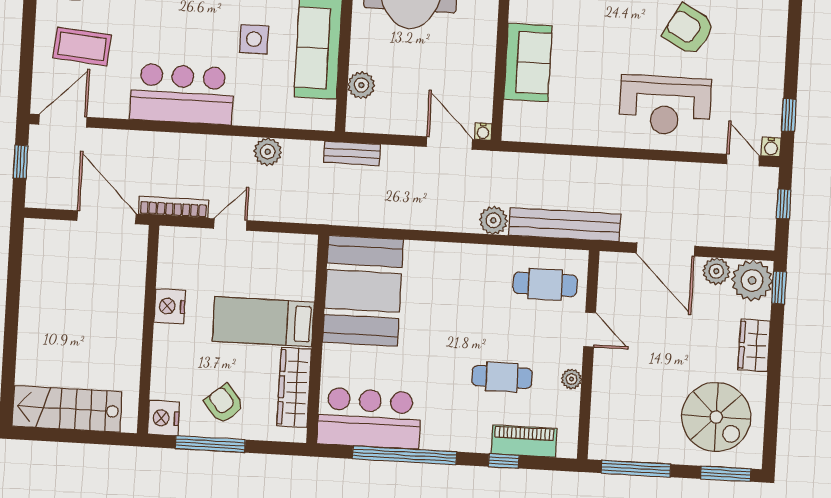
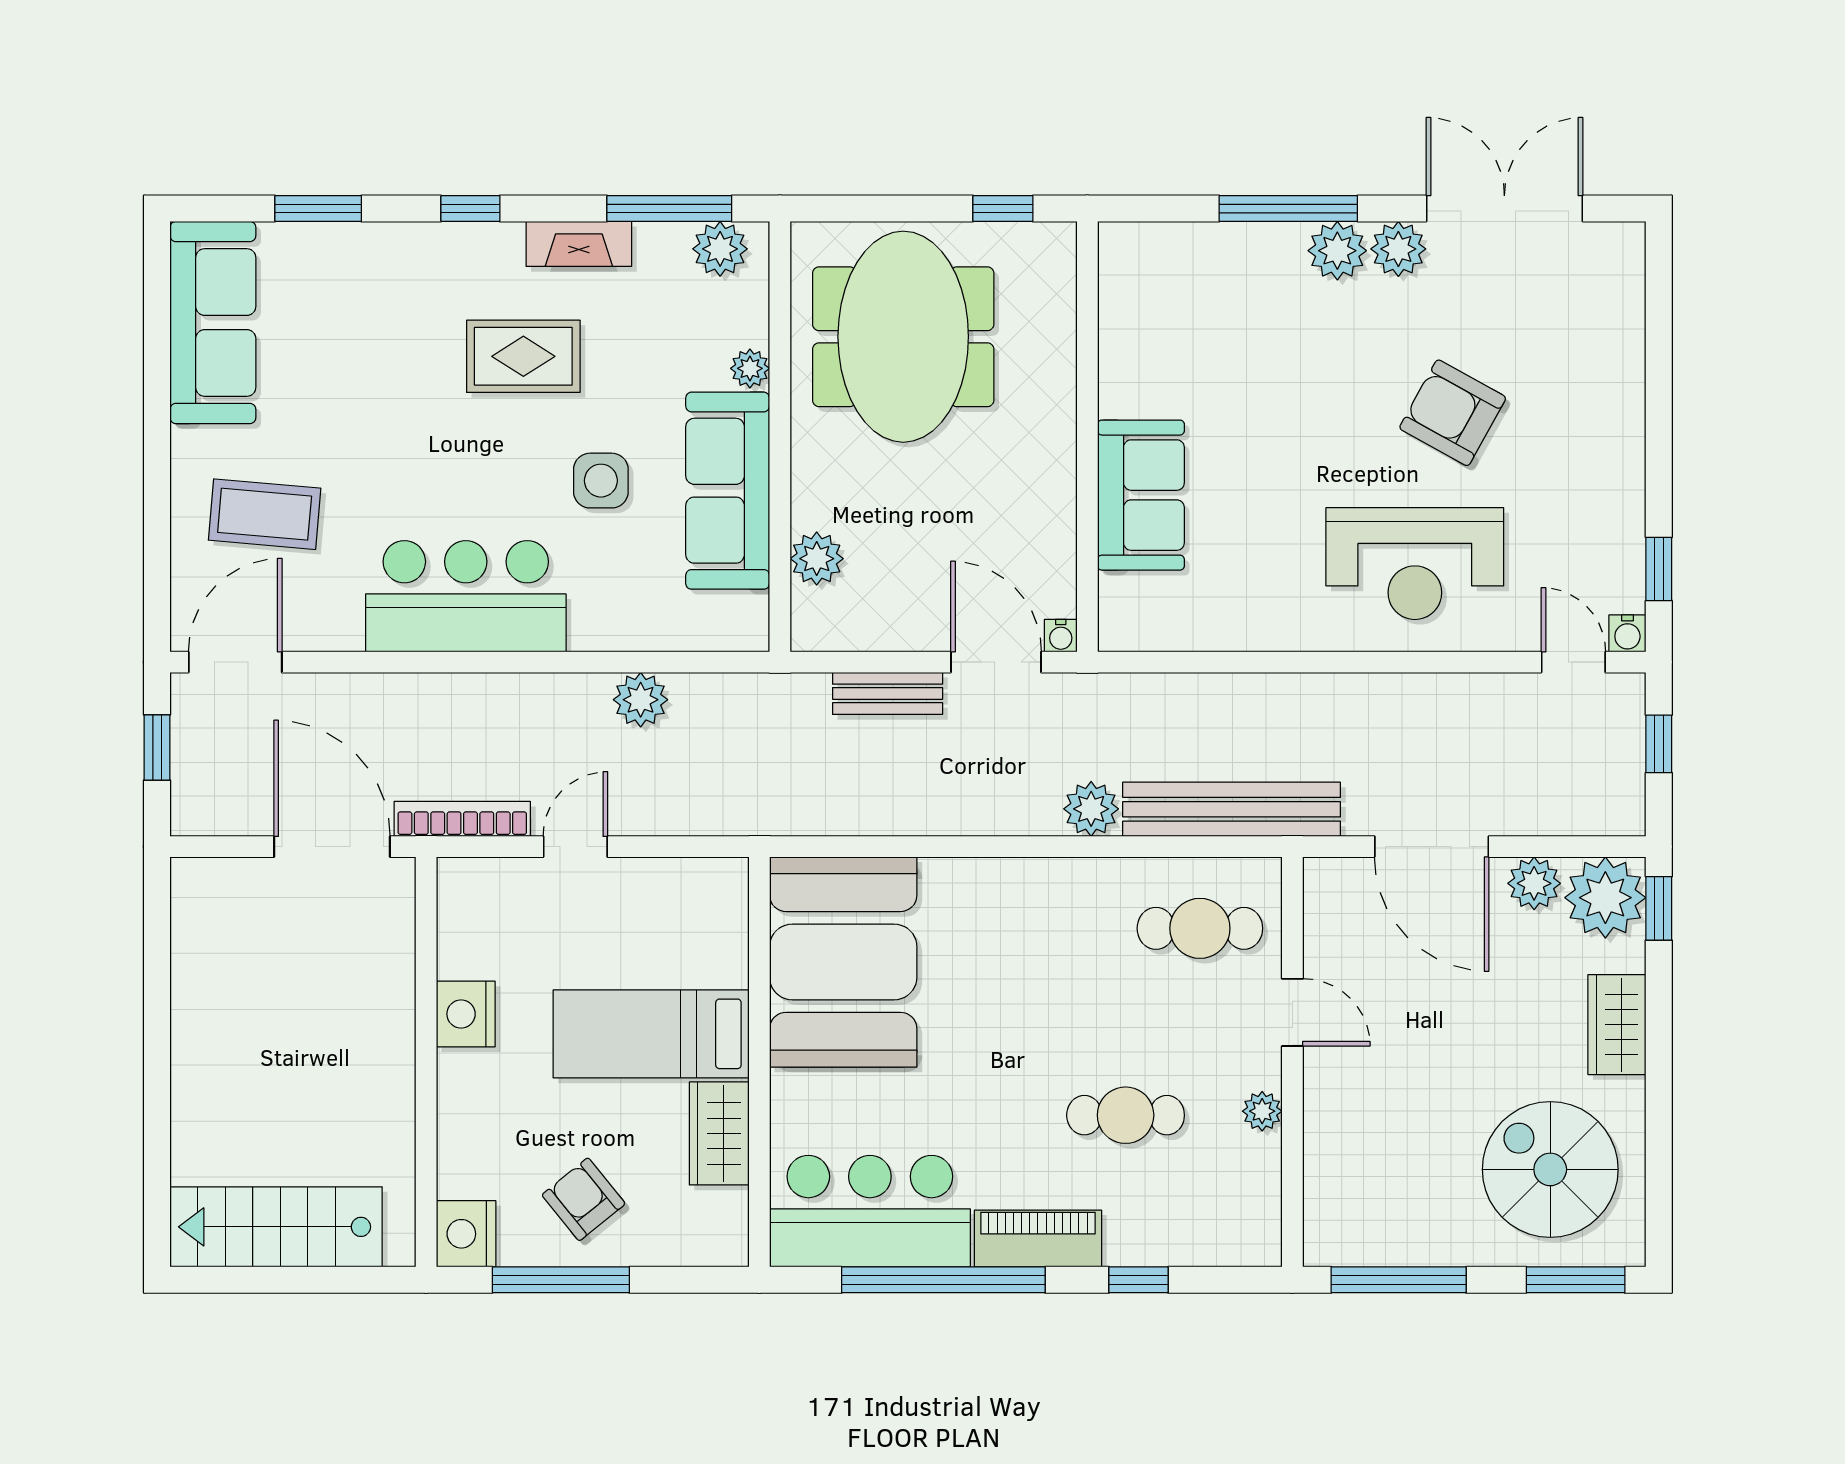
bench: (352, 153) -> (888, 693), moved
wardrobe: (294, 387) -> (719, 1133), width x0.67
spiral stairs: (716, 417) -> (1550, 1169), turned 180
piano: (524, 441) -> (1038, 1238), moved

